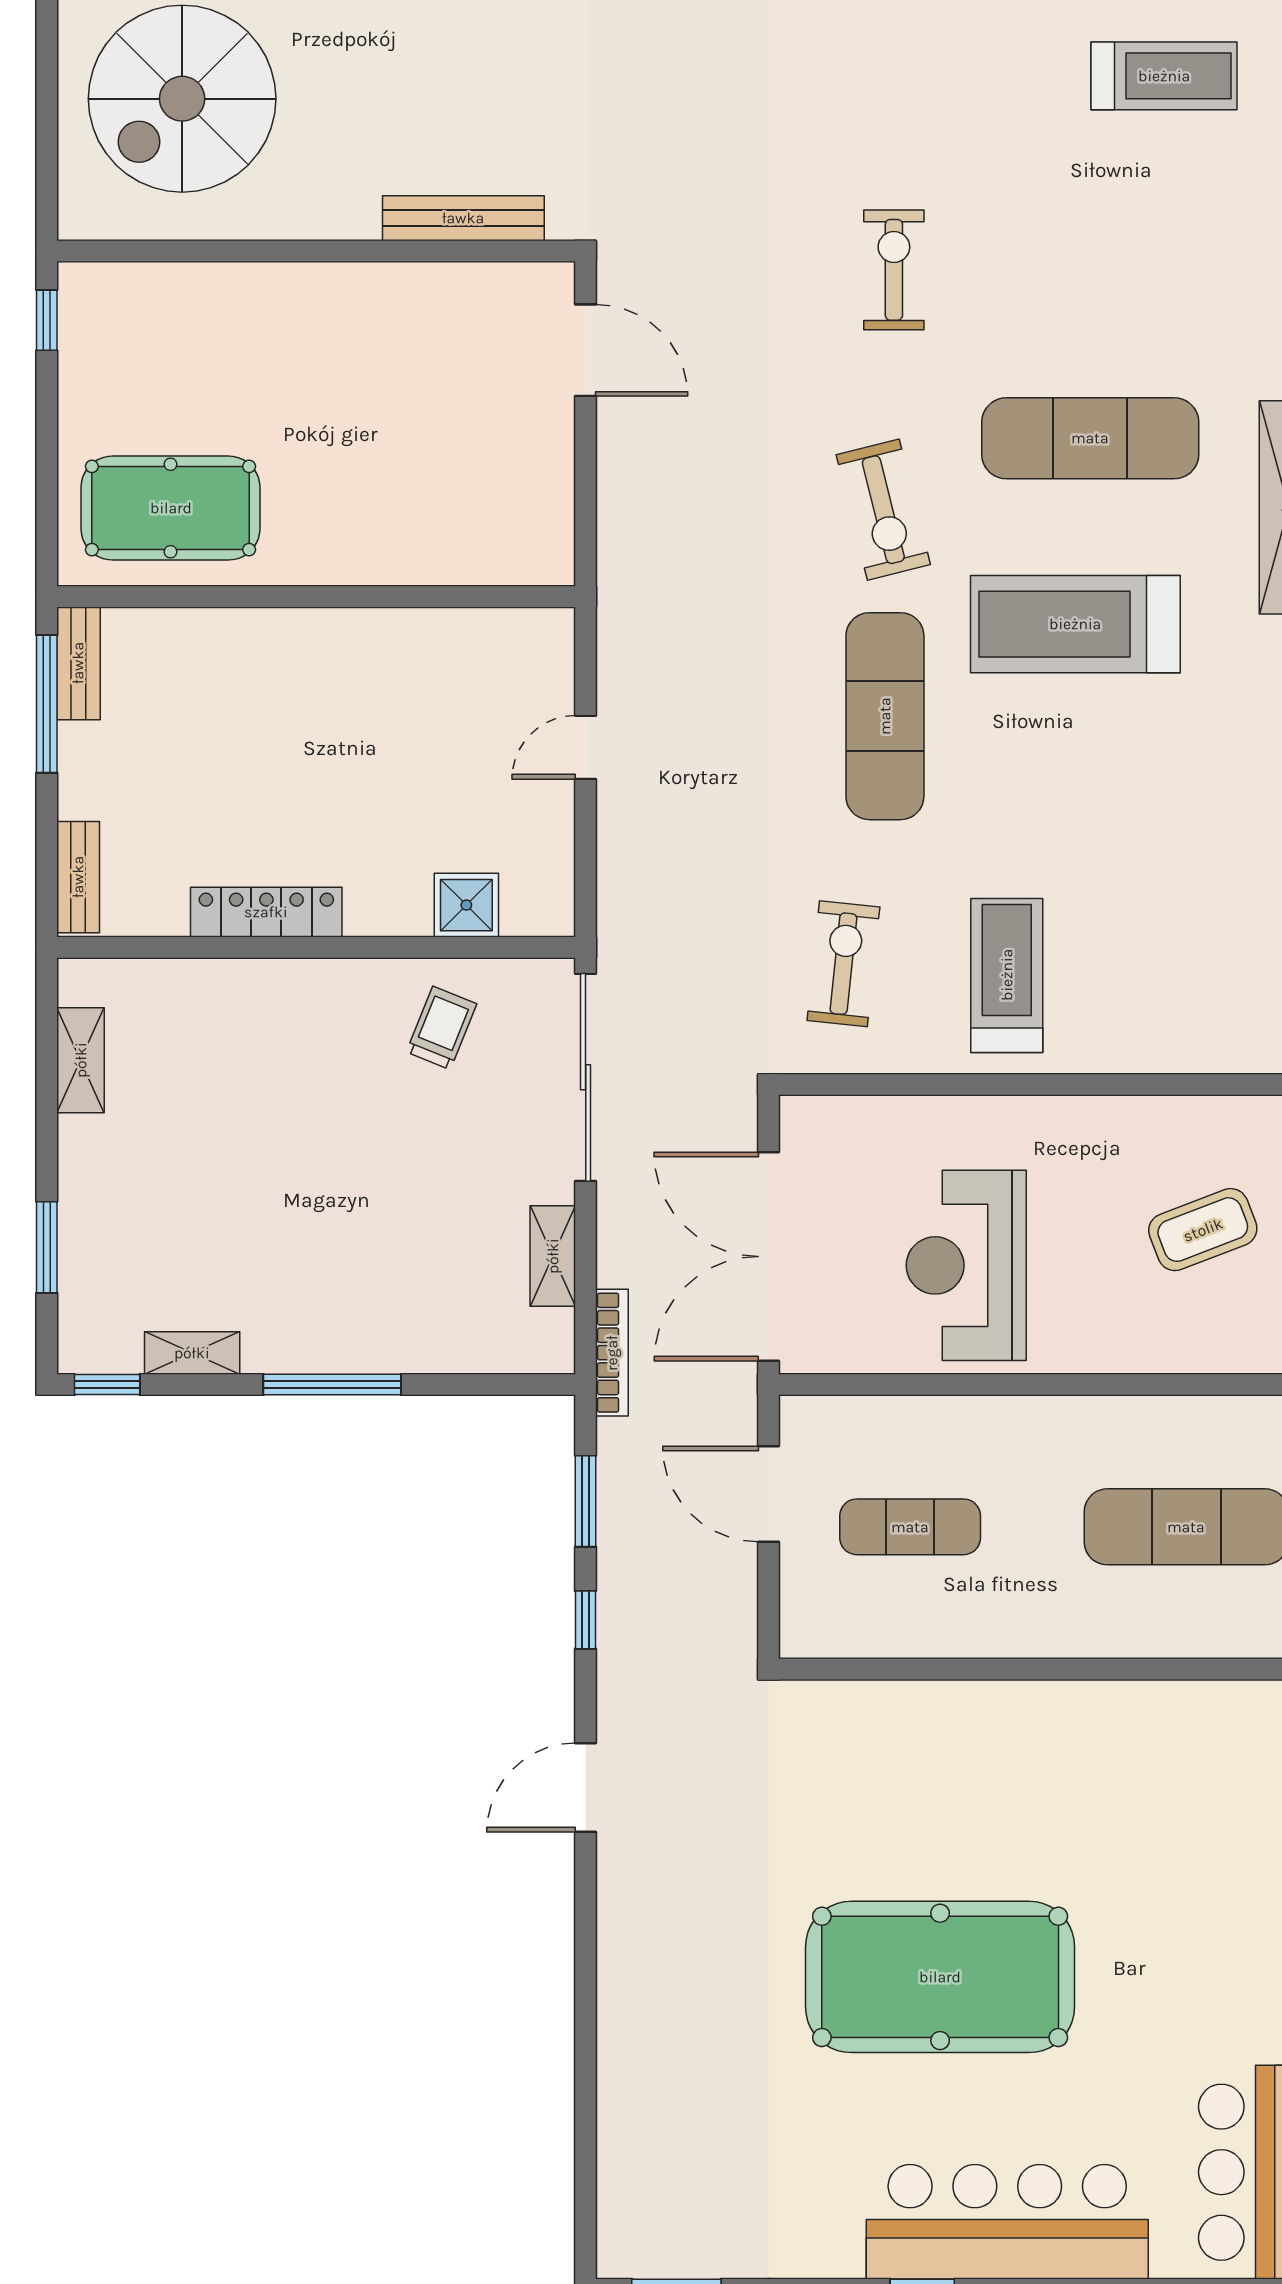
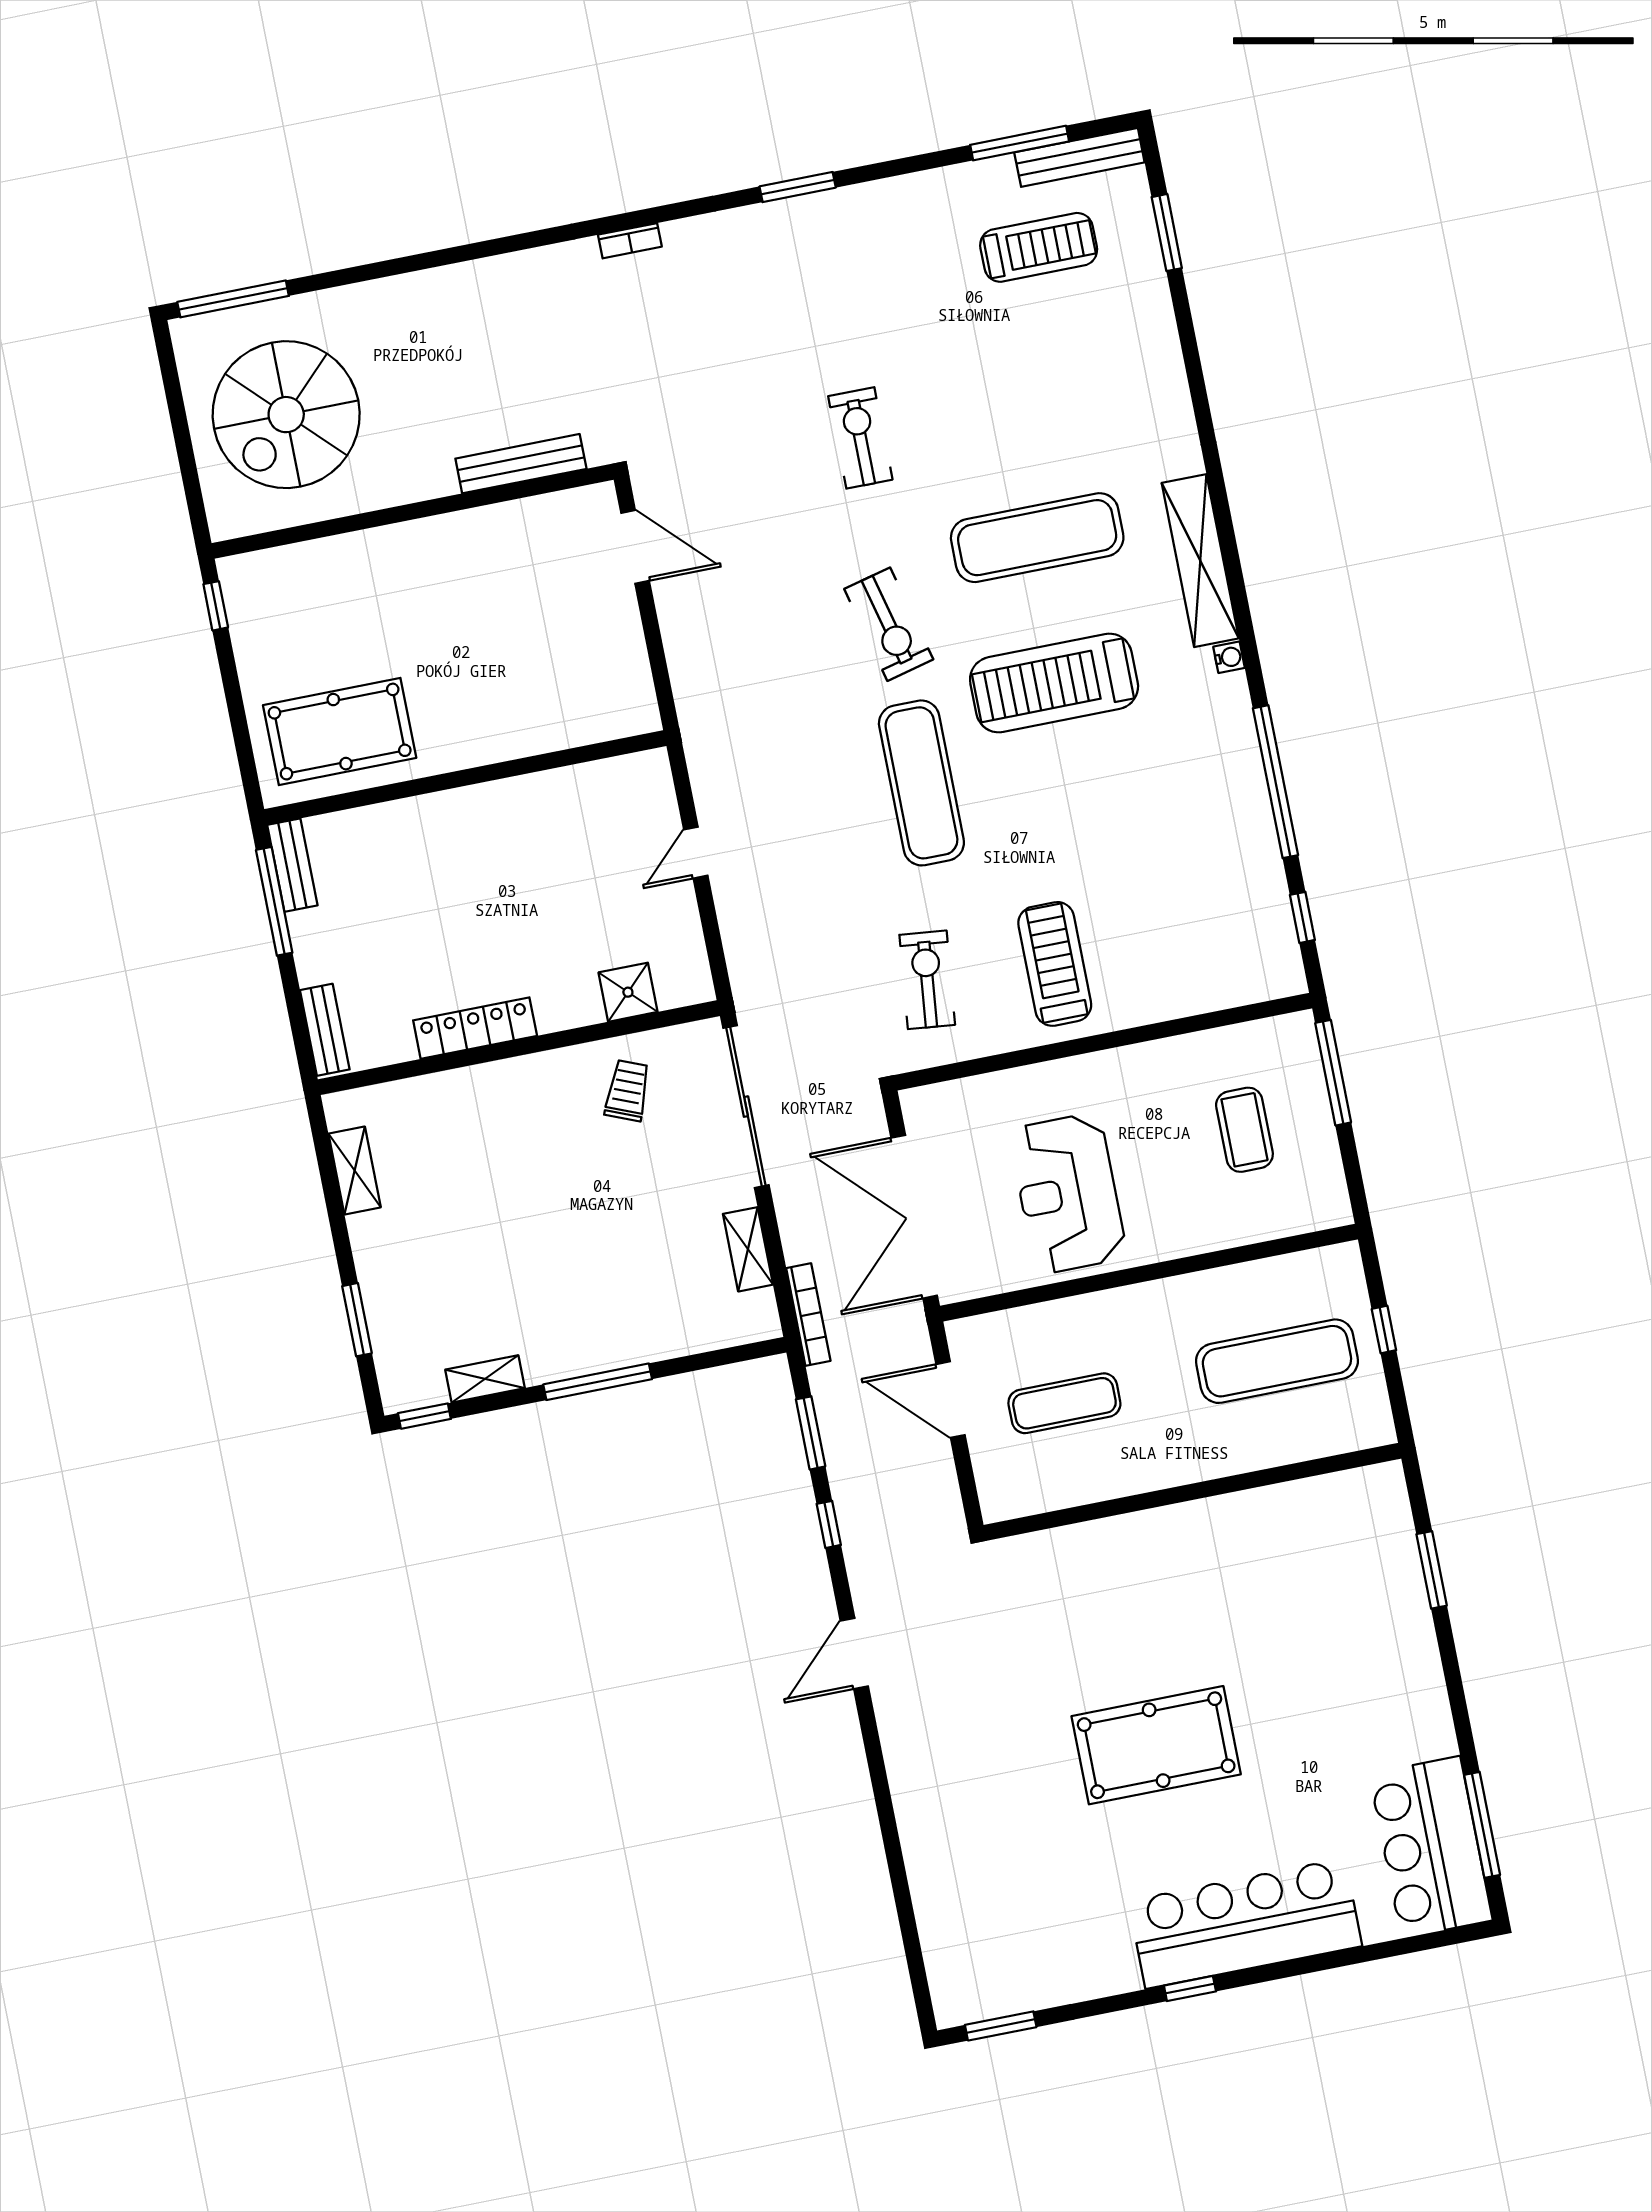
coffee table: (1203, 1230) -> (1244, 1130), turned -69
pool table: (940, 1977) -> (1156, 1745), width x0.73, depth x0.76

